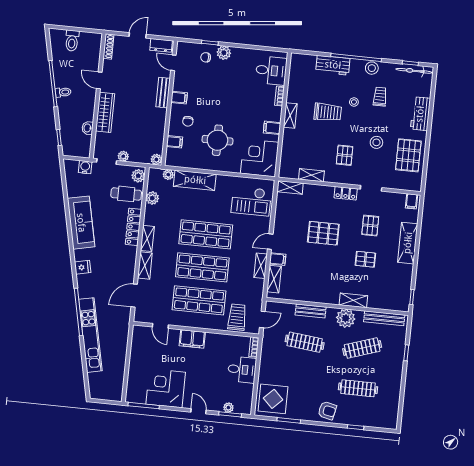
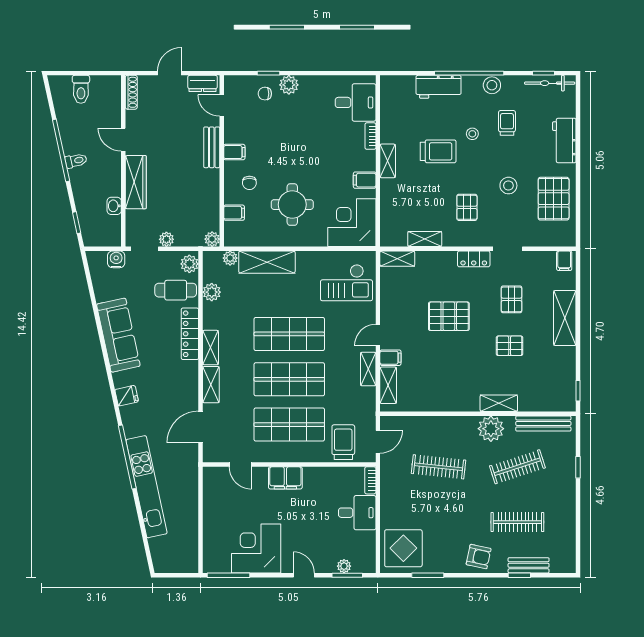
bench: (311, 311) -> (529, 565), moved

